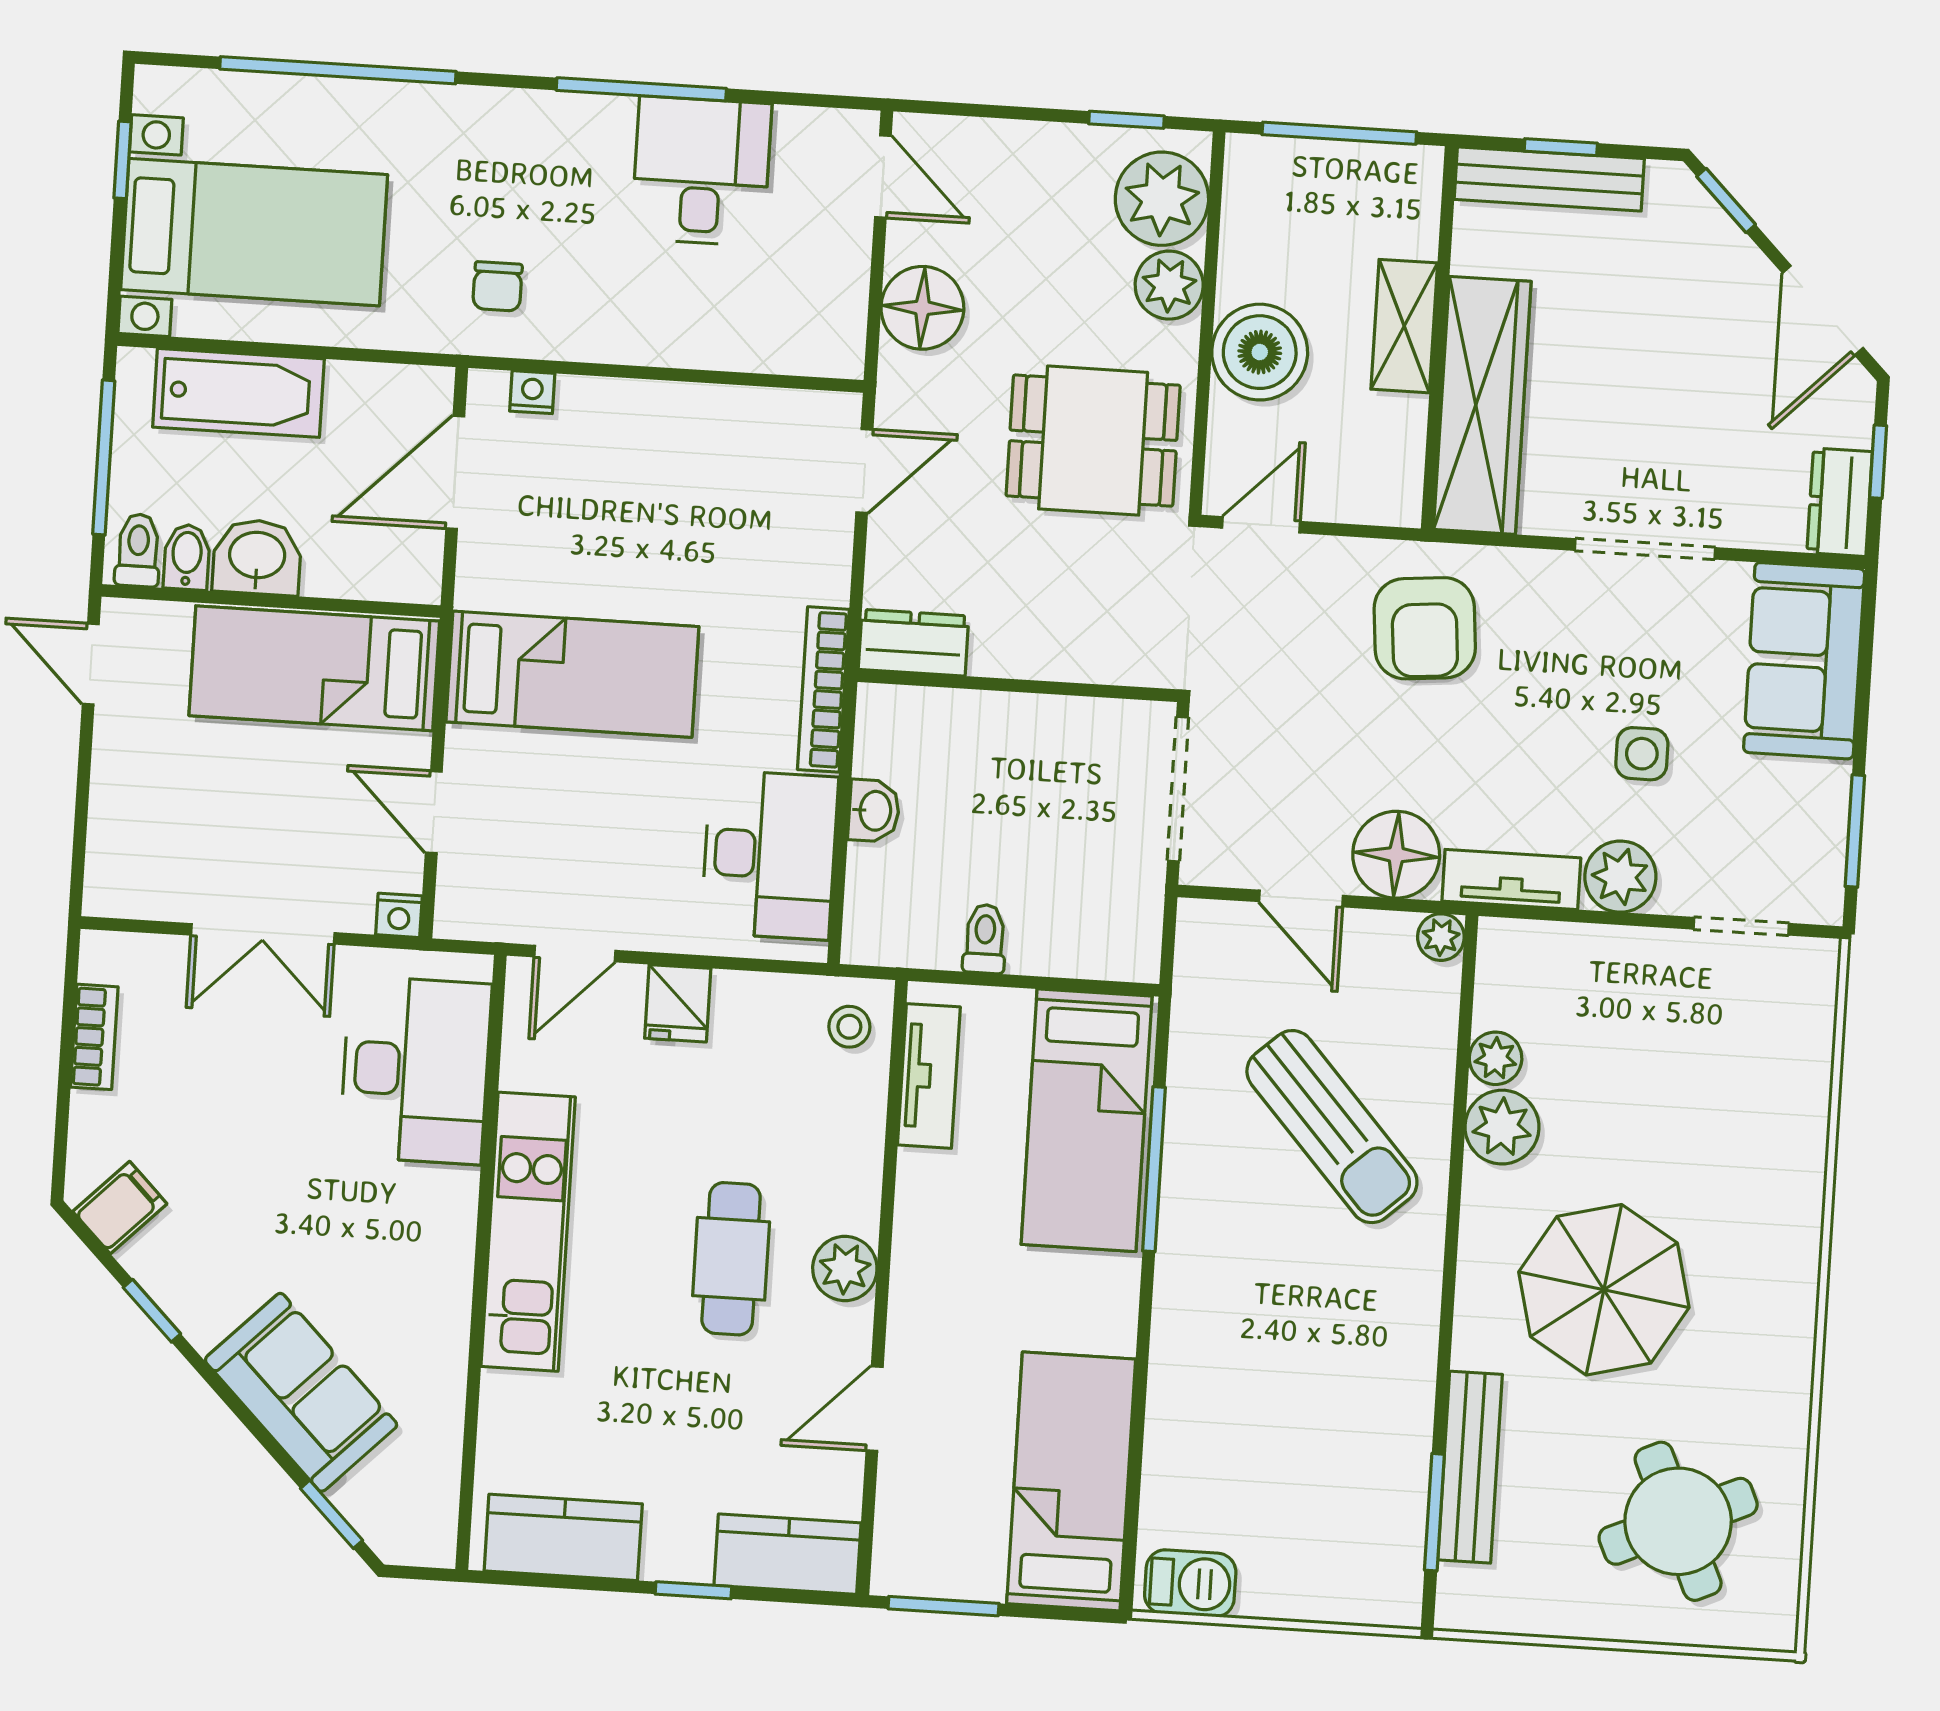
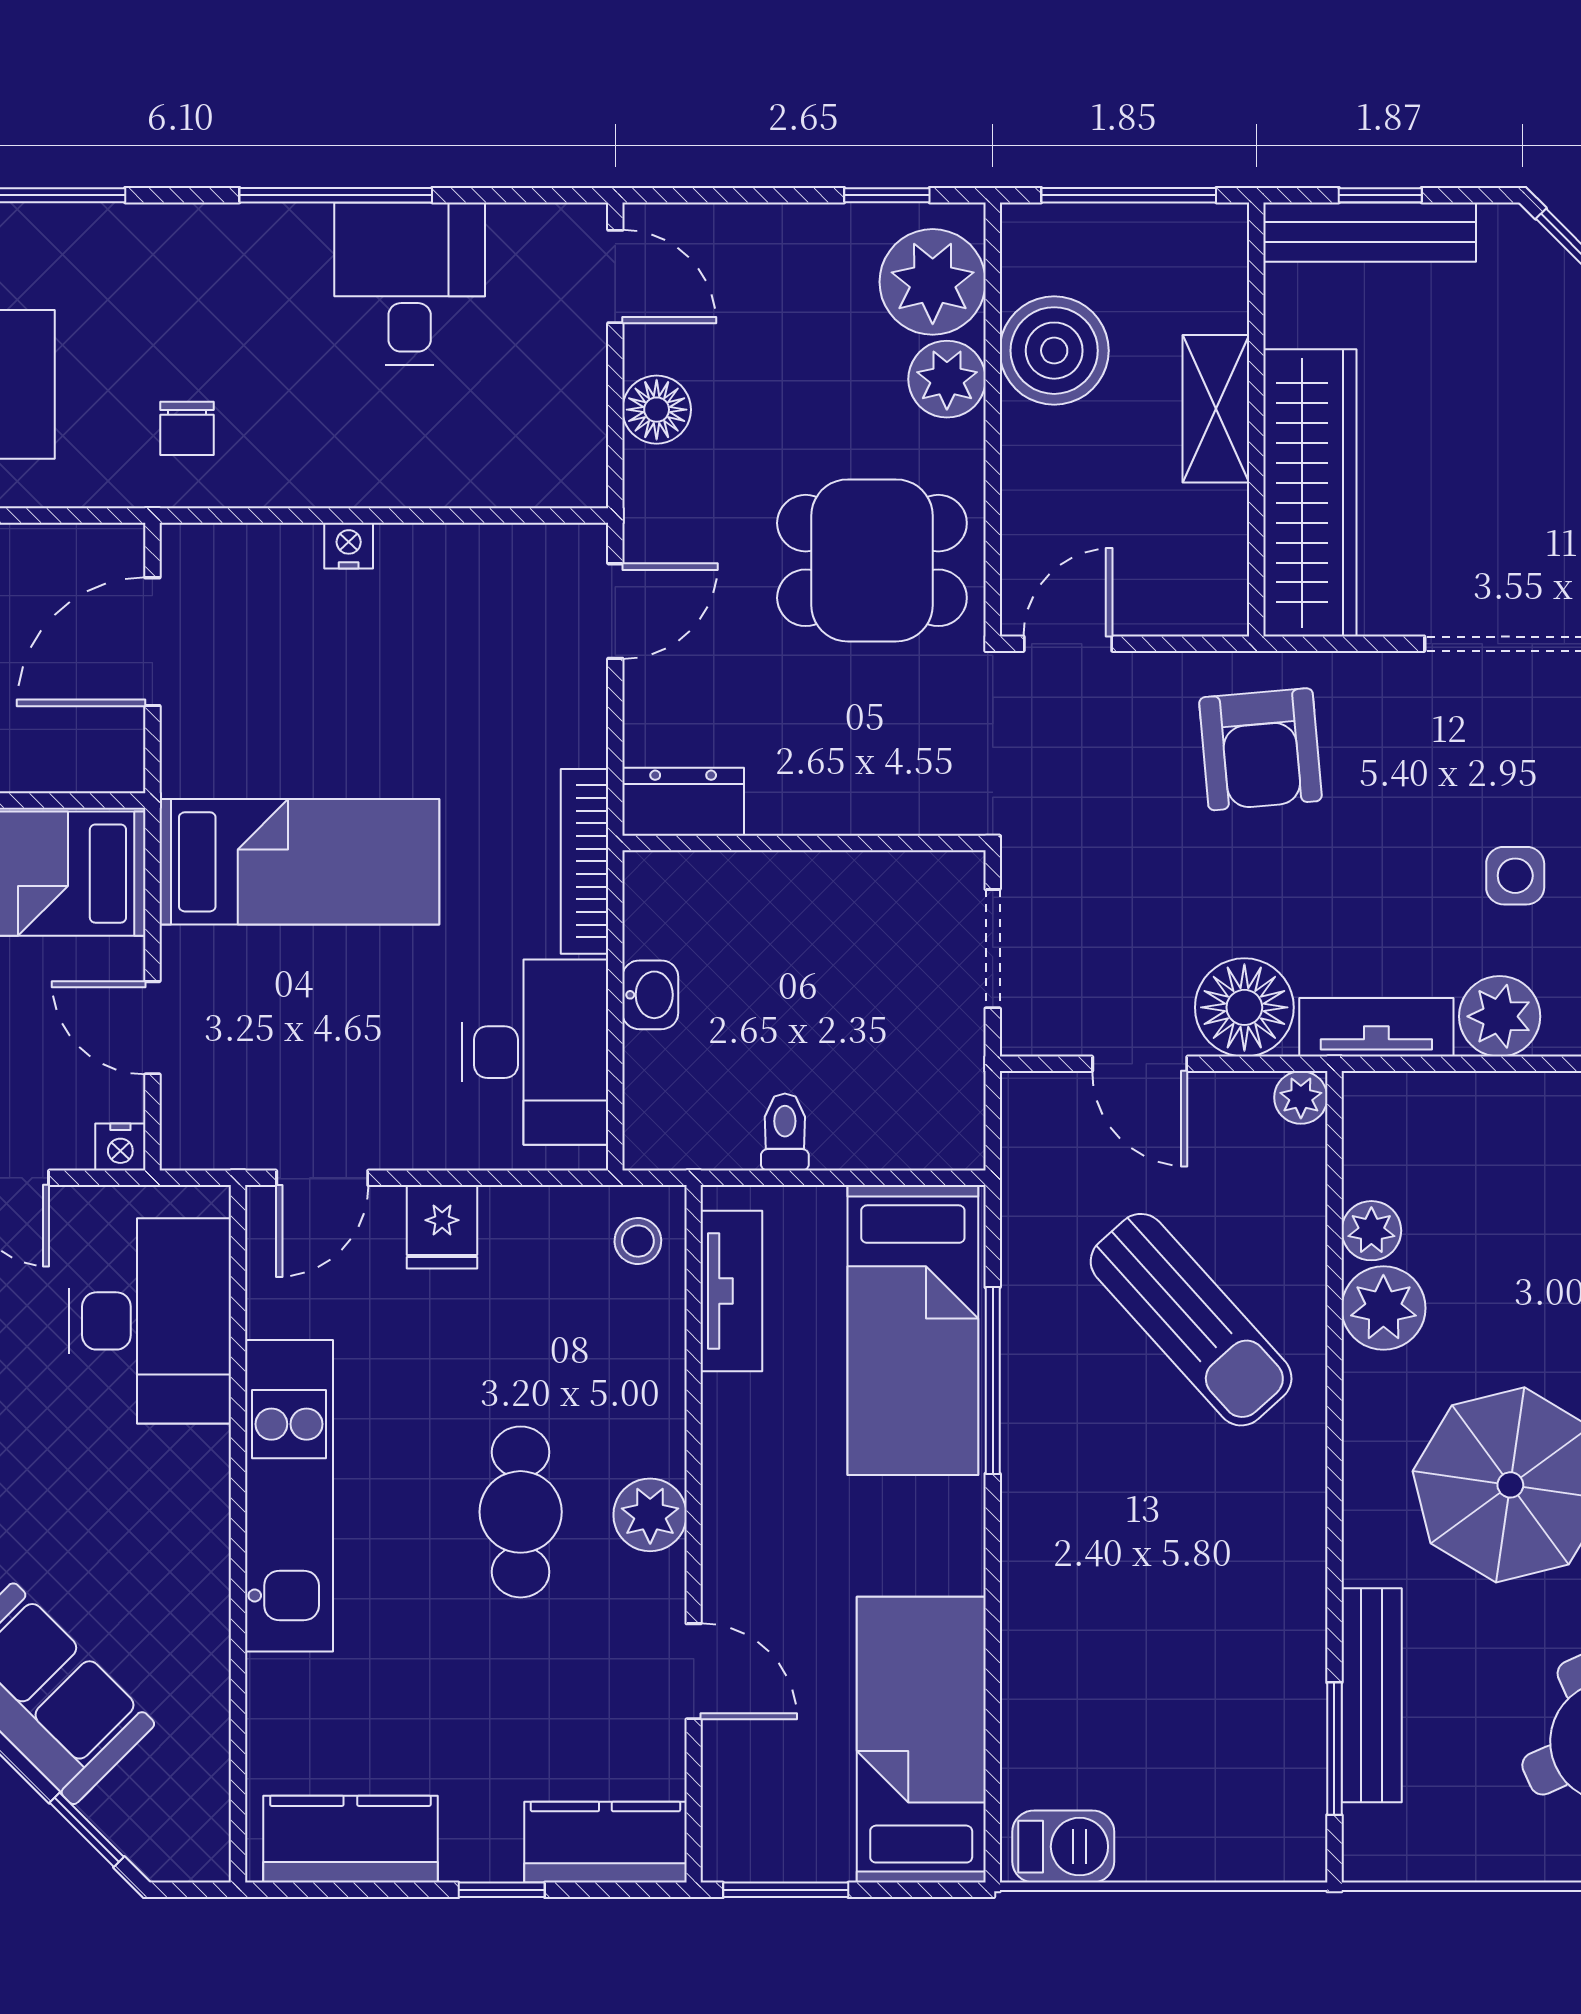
floor lamp: (922, 308) -> (657, 410), width x0.73, depth x0.73
boiler: (1260, 352) -> (1054, 351), moved
nightstand: (532, 392) -> (349, 546), moved
doorway: (1178, 789) -> (993, 949), width x0.73
door: (875, 1409) -> (694, 1671), swing flipped

